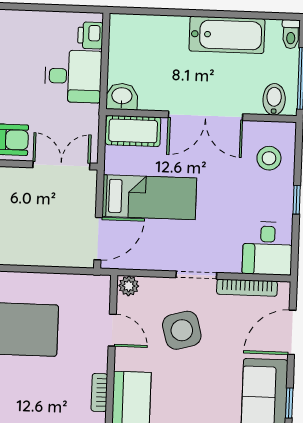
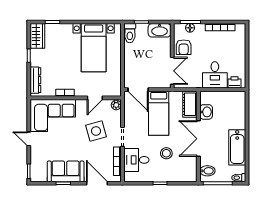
washbasin: (122, 97) -> (206, 112), moved
stool: (269, 158) -> (166, 153), moved
desk: (267, 248) -> (136, 160), moved

